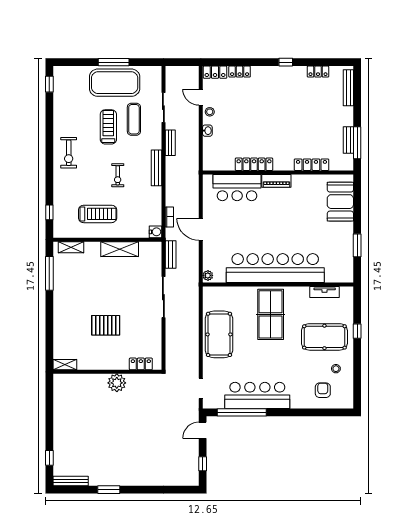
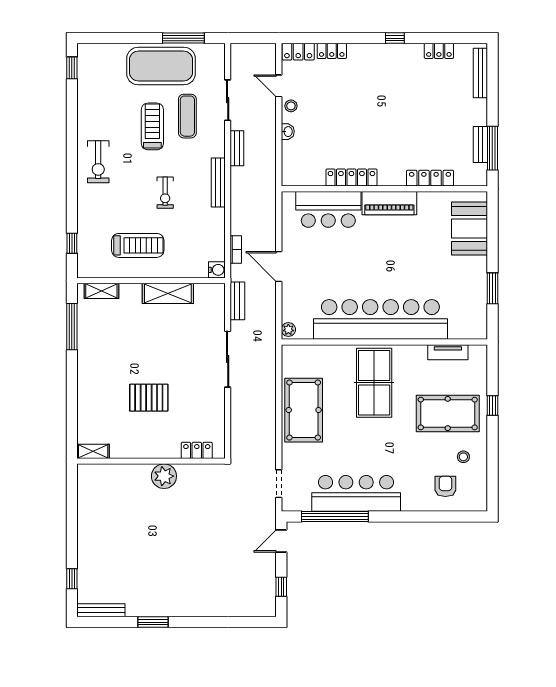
window: (114, 62) -> (183, 38), moved
piano: (276, 181) -> (389, 203), width x1.37, depth x1.33

